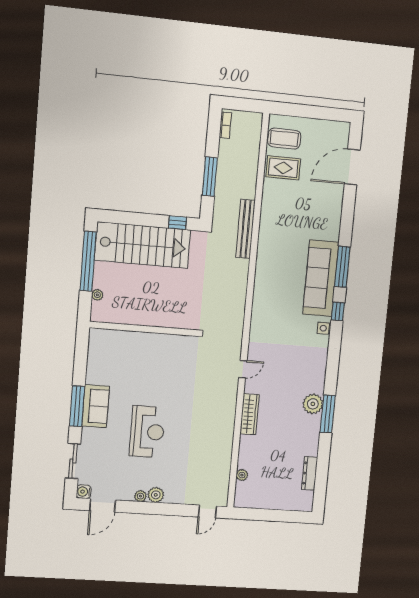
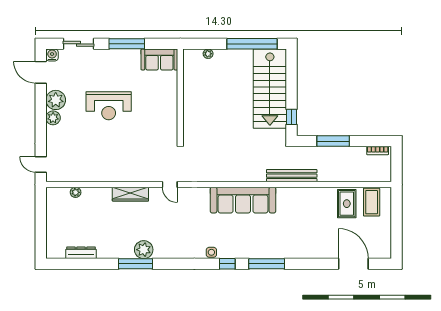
sofa: (321, 278) -> (243, 200), moved, turned 180
plant: (97, 295) -> (208, 54), moved
wall: (143, 329) -> (180, 95), moved
sofa: (96, 406) -> (159, 60), moved
plant: (140, 496) -> (56, 100), width x1.88, depth x1.88

